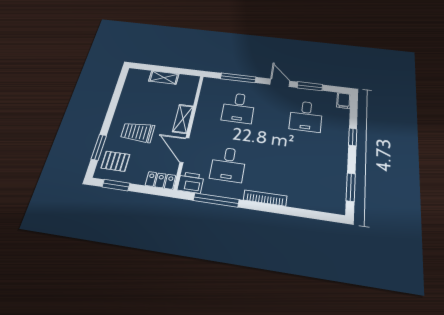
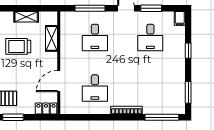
shelving: (183, 119) -> (51, 38), moved
trolley: (138, 132) -> (18, 46), moved
door: (184, 150) -> (59, 81), hinge flipped
printer: (191, 183) -> (69, 107), removed
window: (216, 200) -> (162, 117), moved

